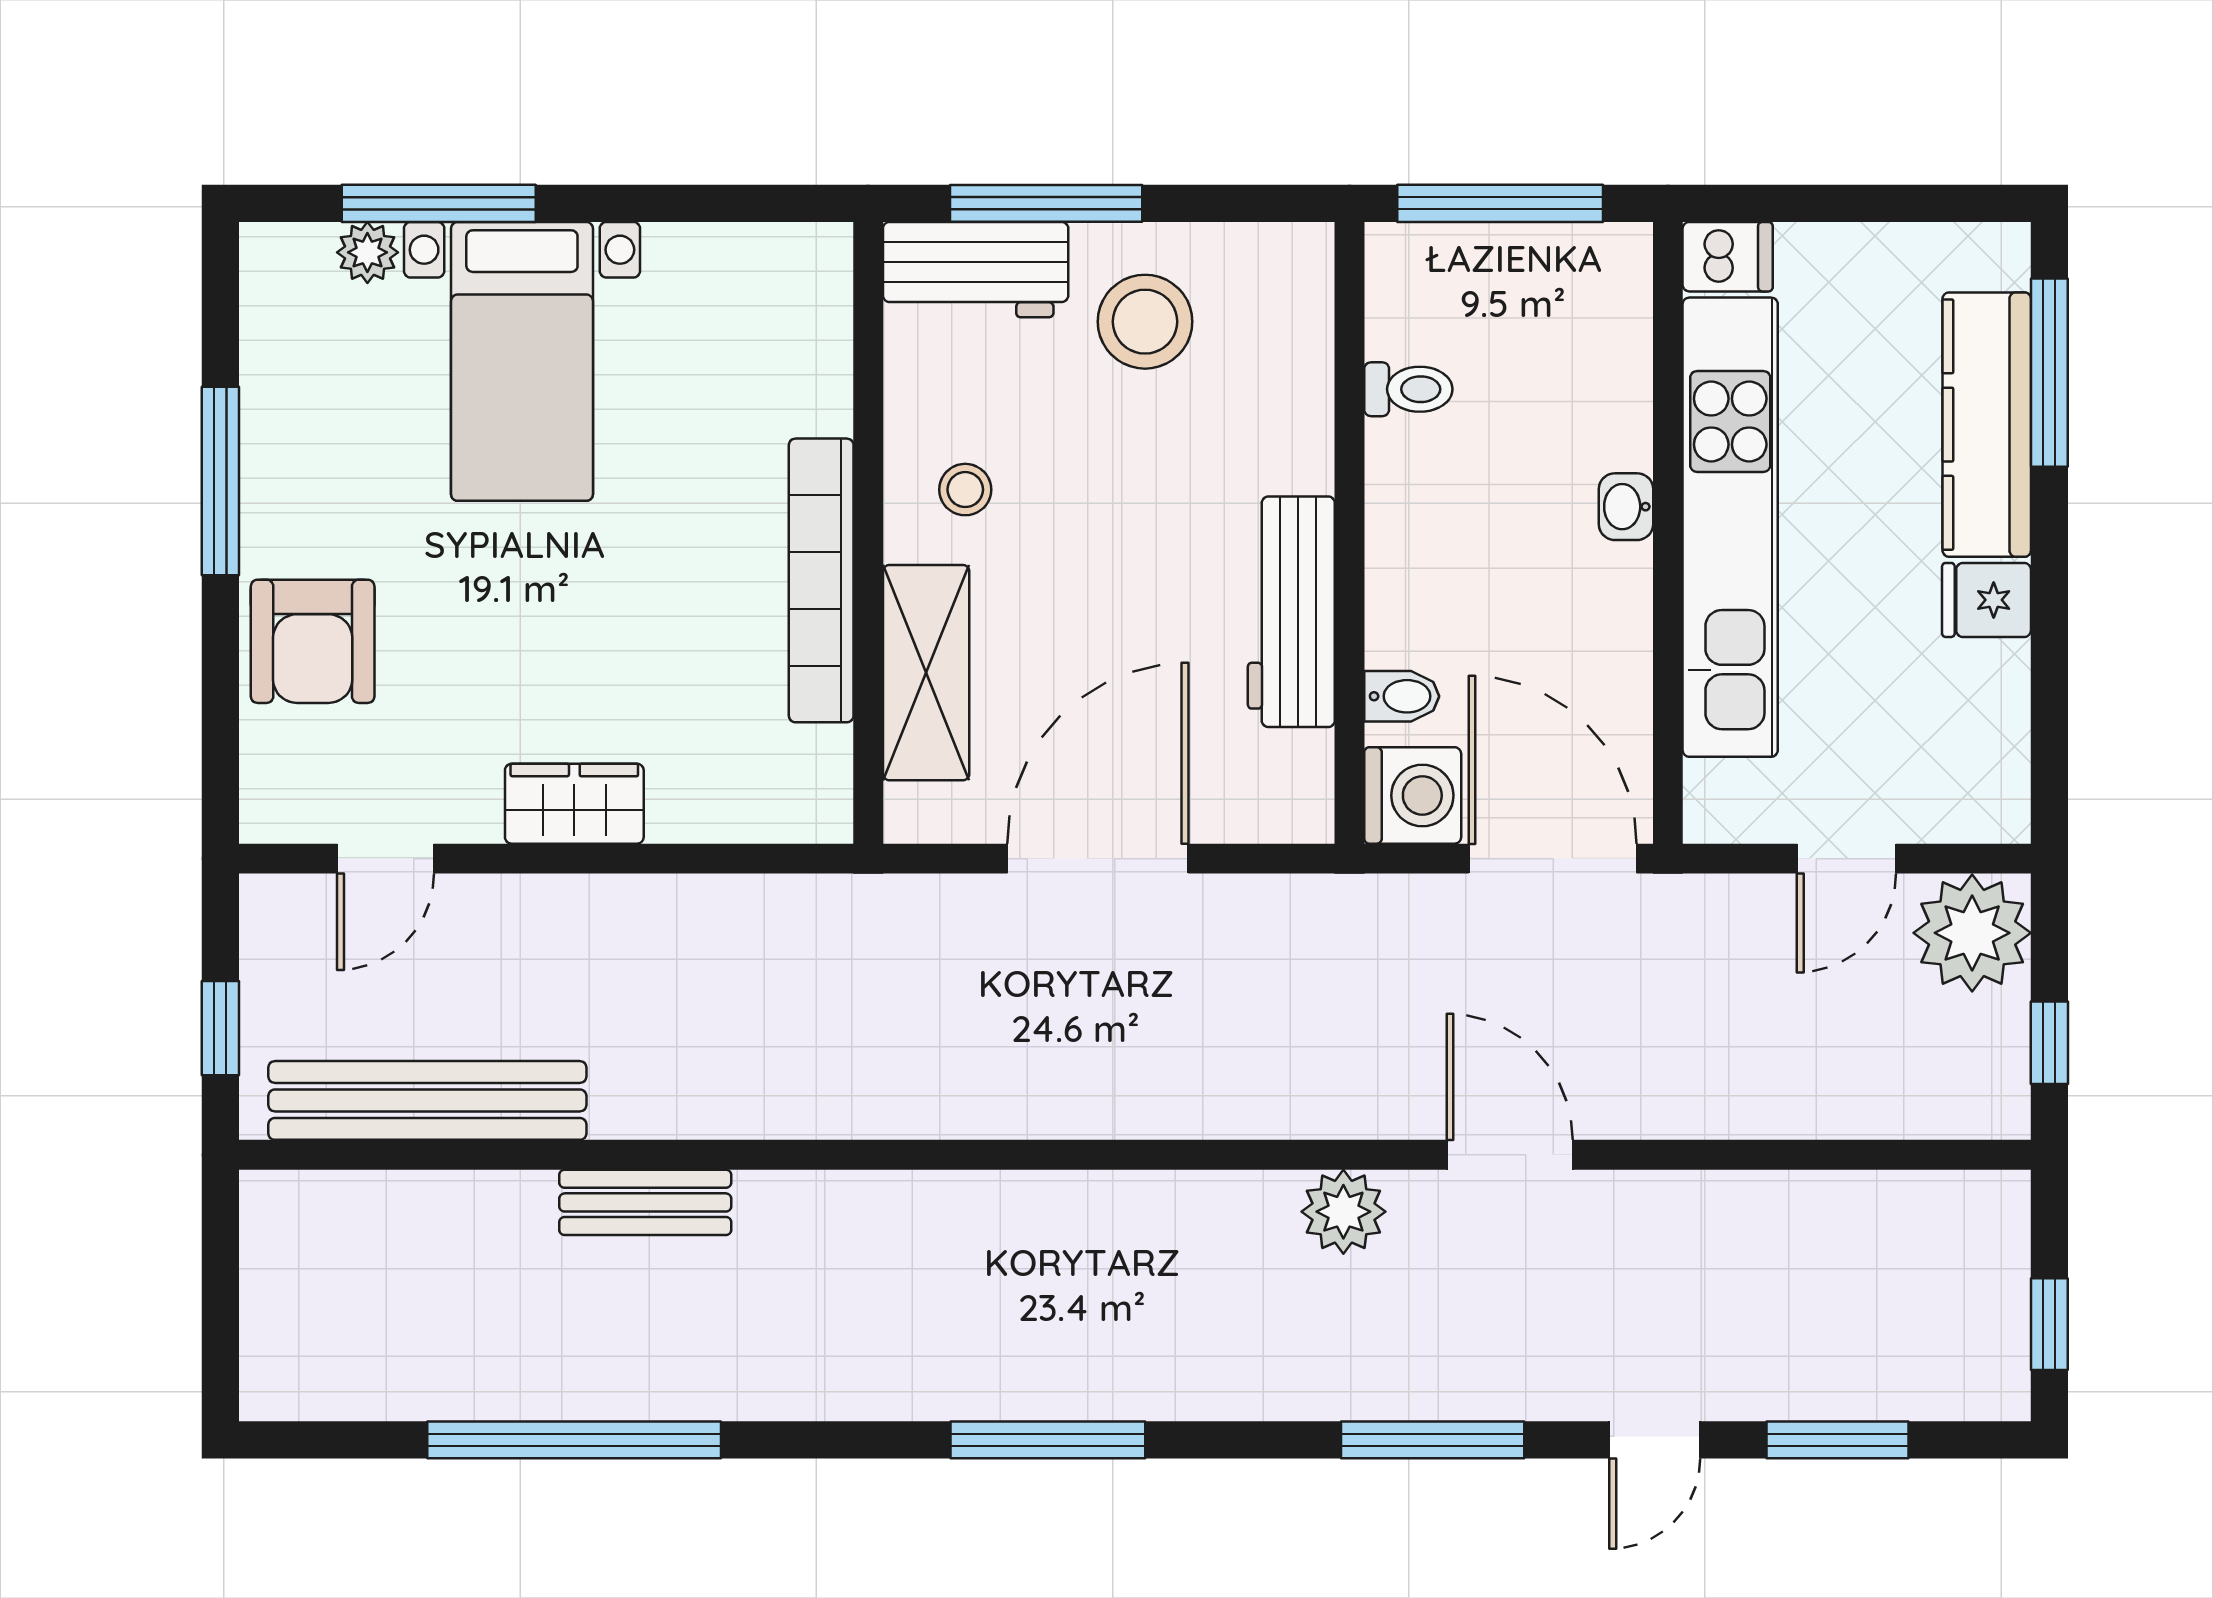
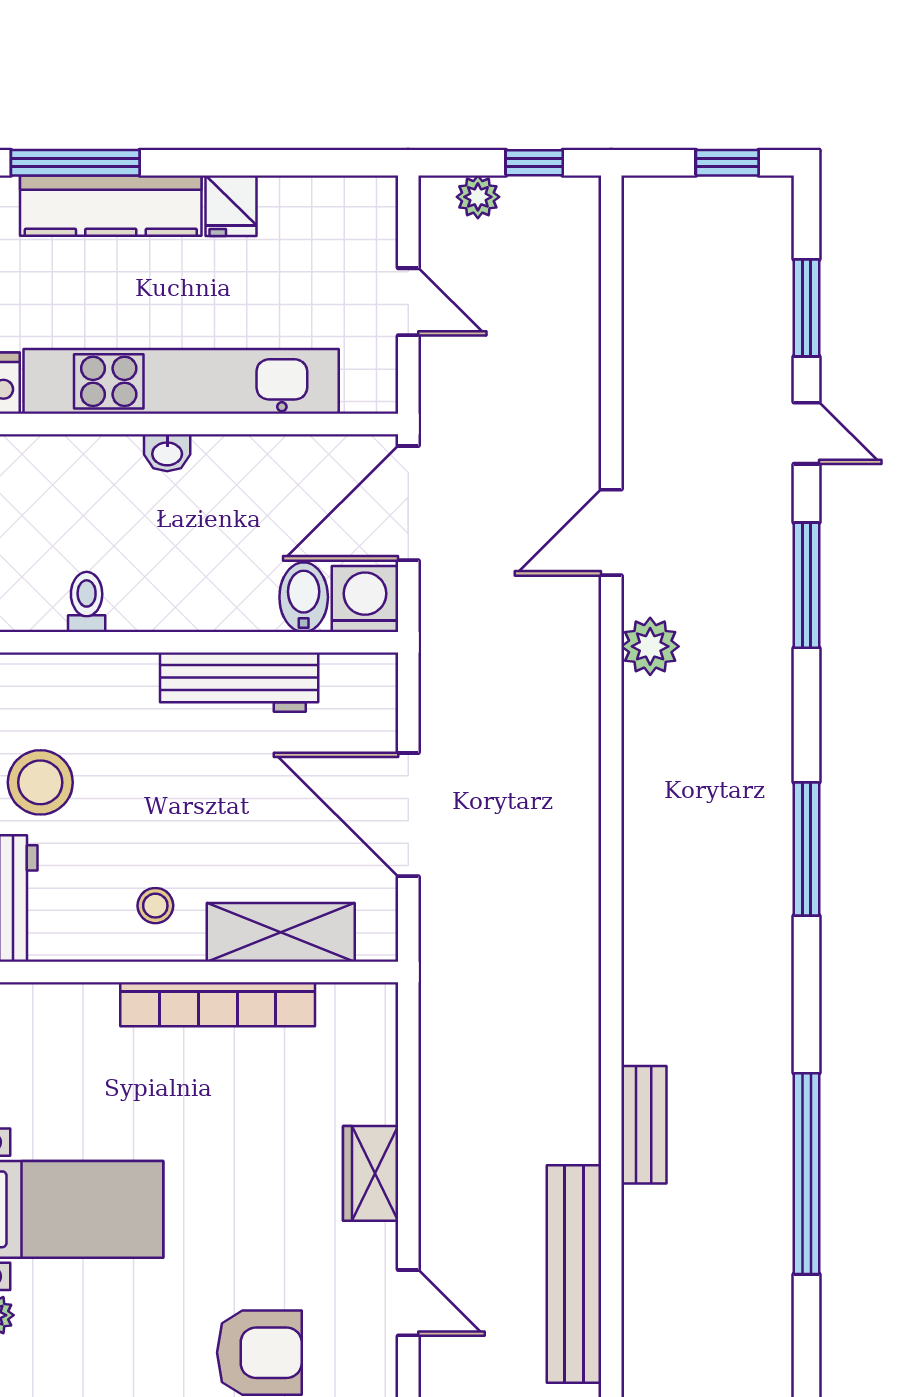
bidet: (1402, 696) -> (304, 597), width x1.38, depth x1.36
plant: (1972, 933) -> (478, 197), width x0.53, depth x0.53

